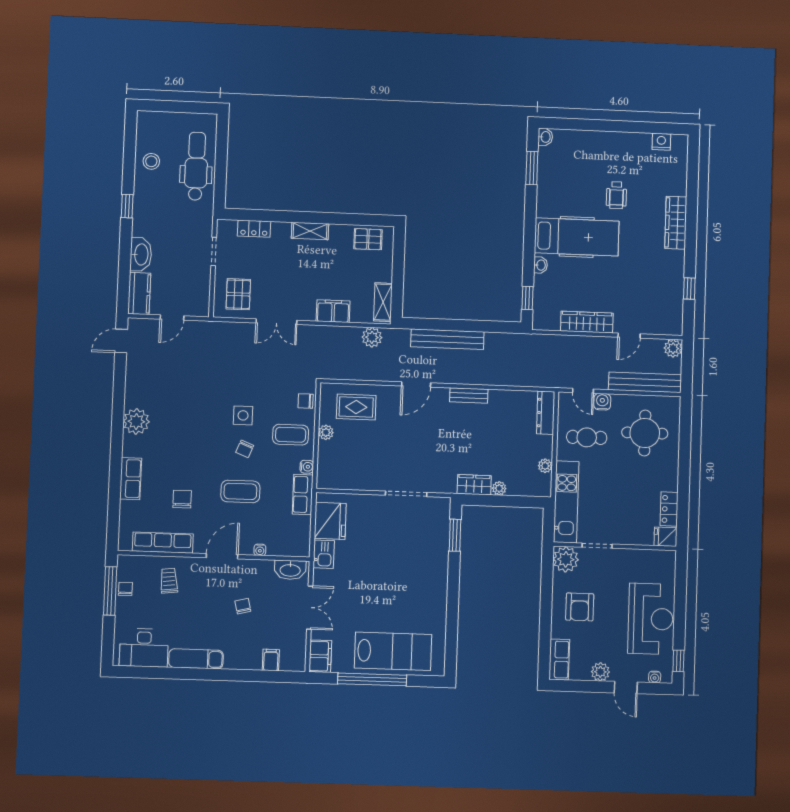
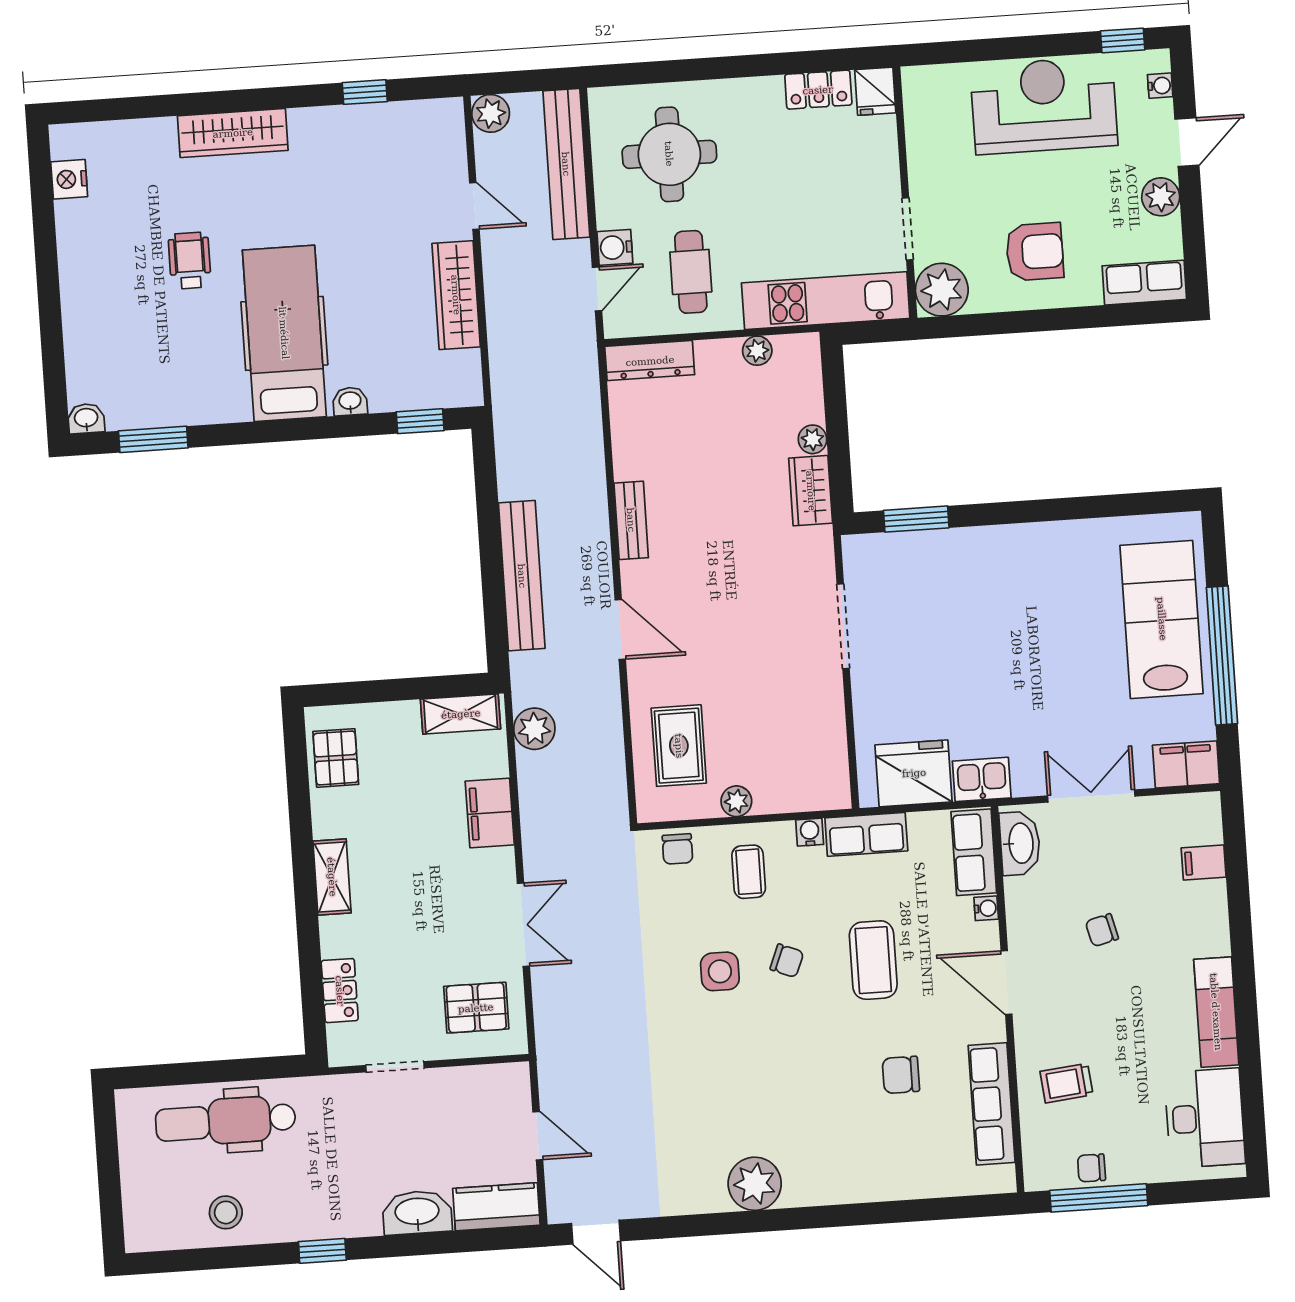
wheelchair: (616, 195) -> (190, 261), turned -90
coffee table: (291, 435) -> (749, 872), width x0.73, depth x0.77
row of seats: (131, 479) -> (974, 852), moved, turned -90

